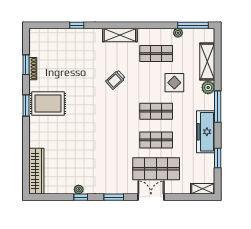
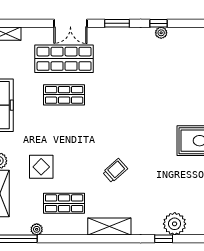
plant: (68, 37) -> (175, 224), added
shop shelf: (156, 111) -> (64, 131), removed

